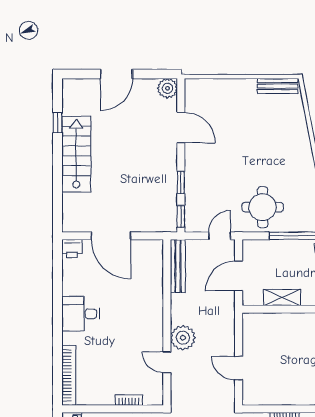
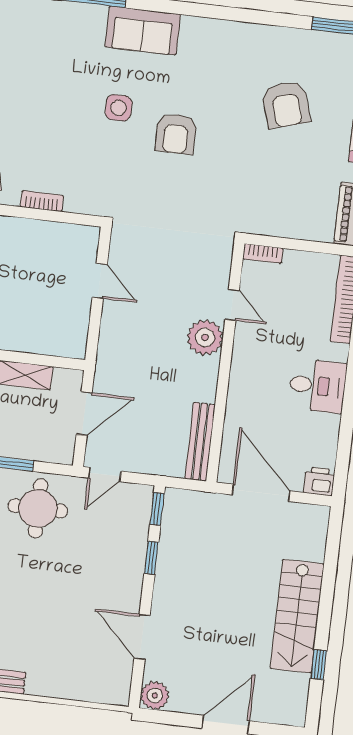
bench: (178, 266) -> (200, 442), moved
wall: (167, 322) -> (225, 362), moved
plant: (183, 338) -> (205, 337), moved
door: (167, 362) -> (232, 305), moved

